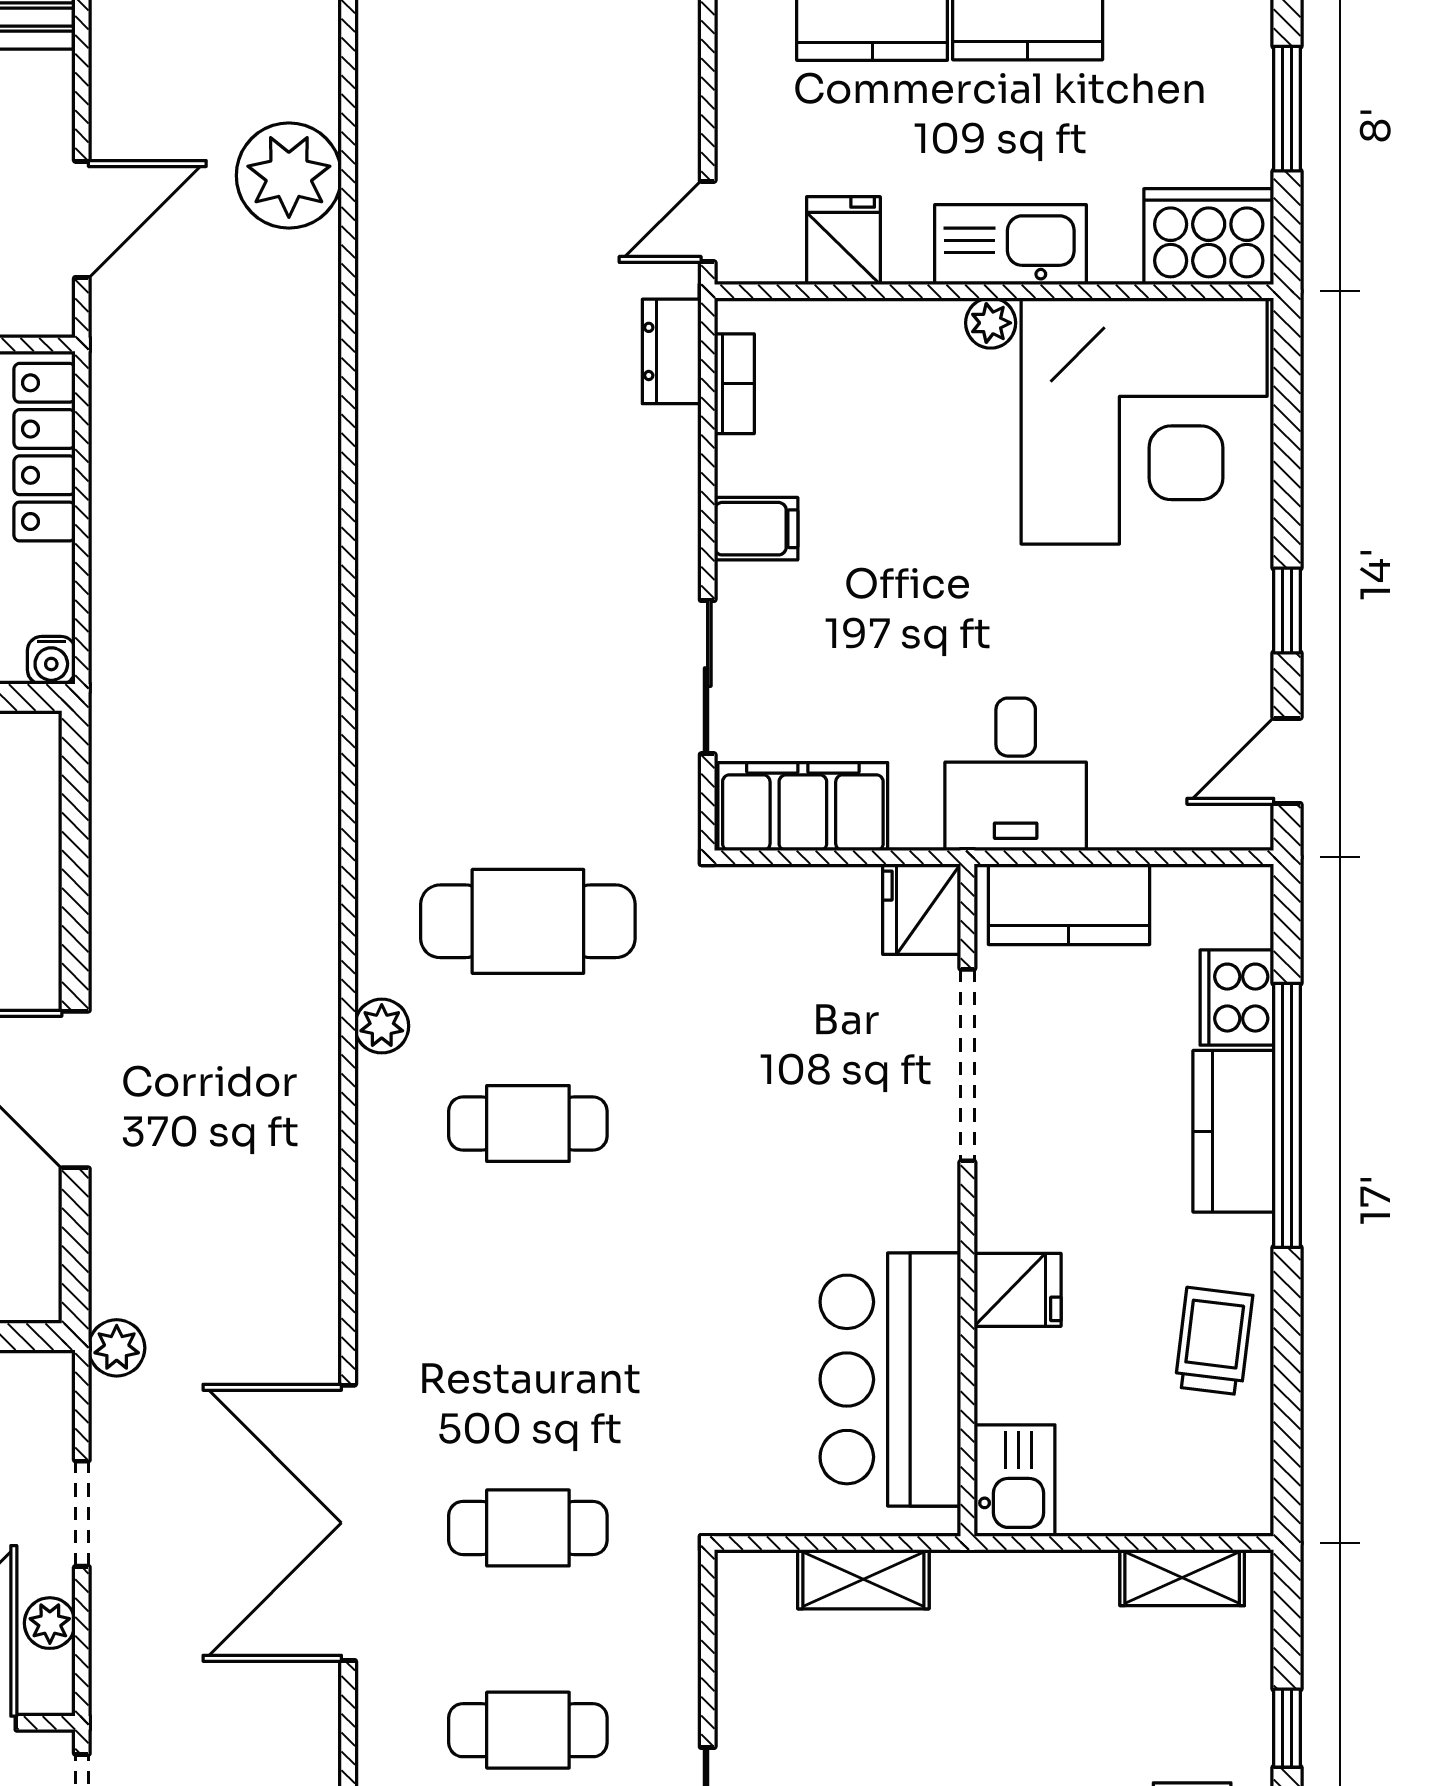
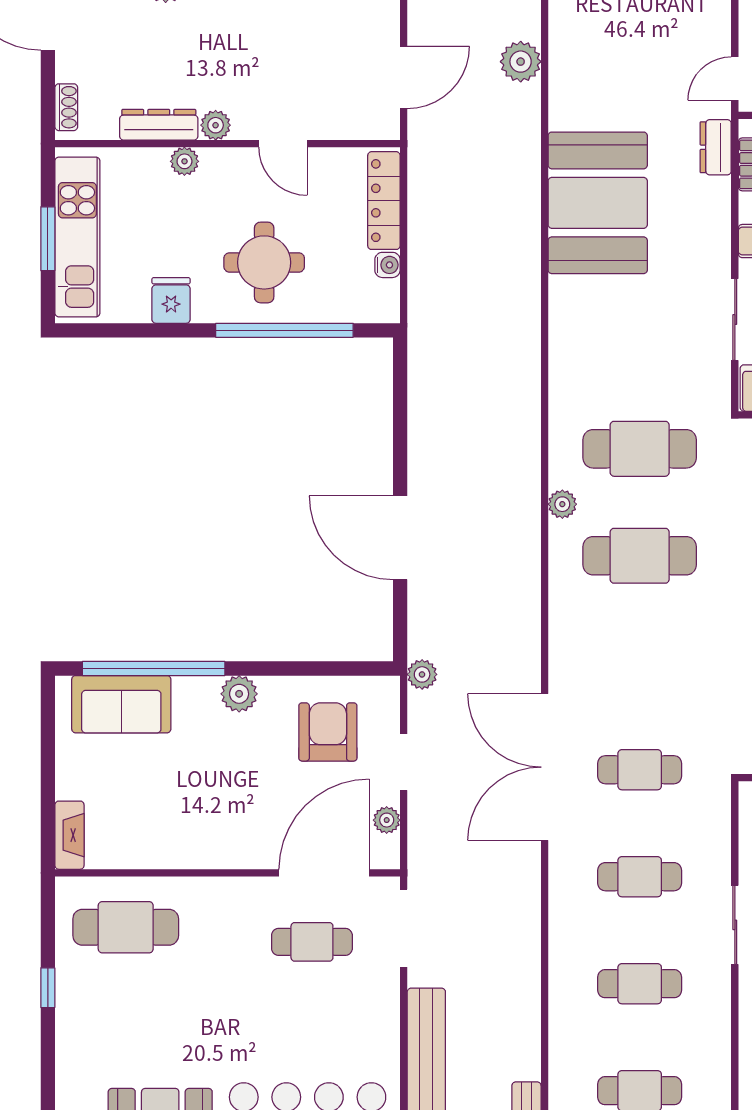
plant: (289, 176) -> (521, 62), width x0.73, depth x0.73
booth: (449, 456) -> (598, 203), added
water cooler: (51, 660) -> (387, 265), moved, turned -90
cafe table: (528, 1124) -> (640, 556), width x1.37, depth x1.35

